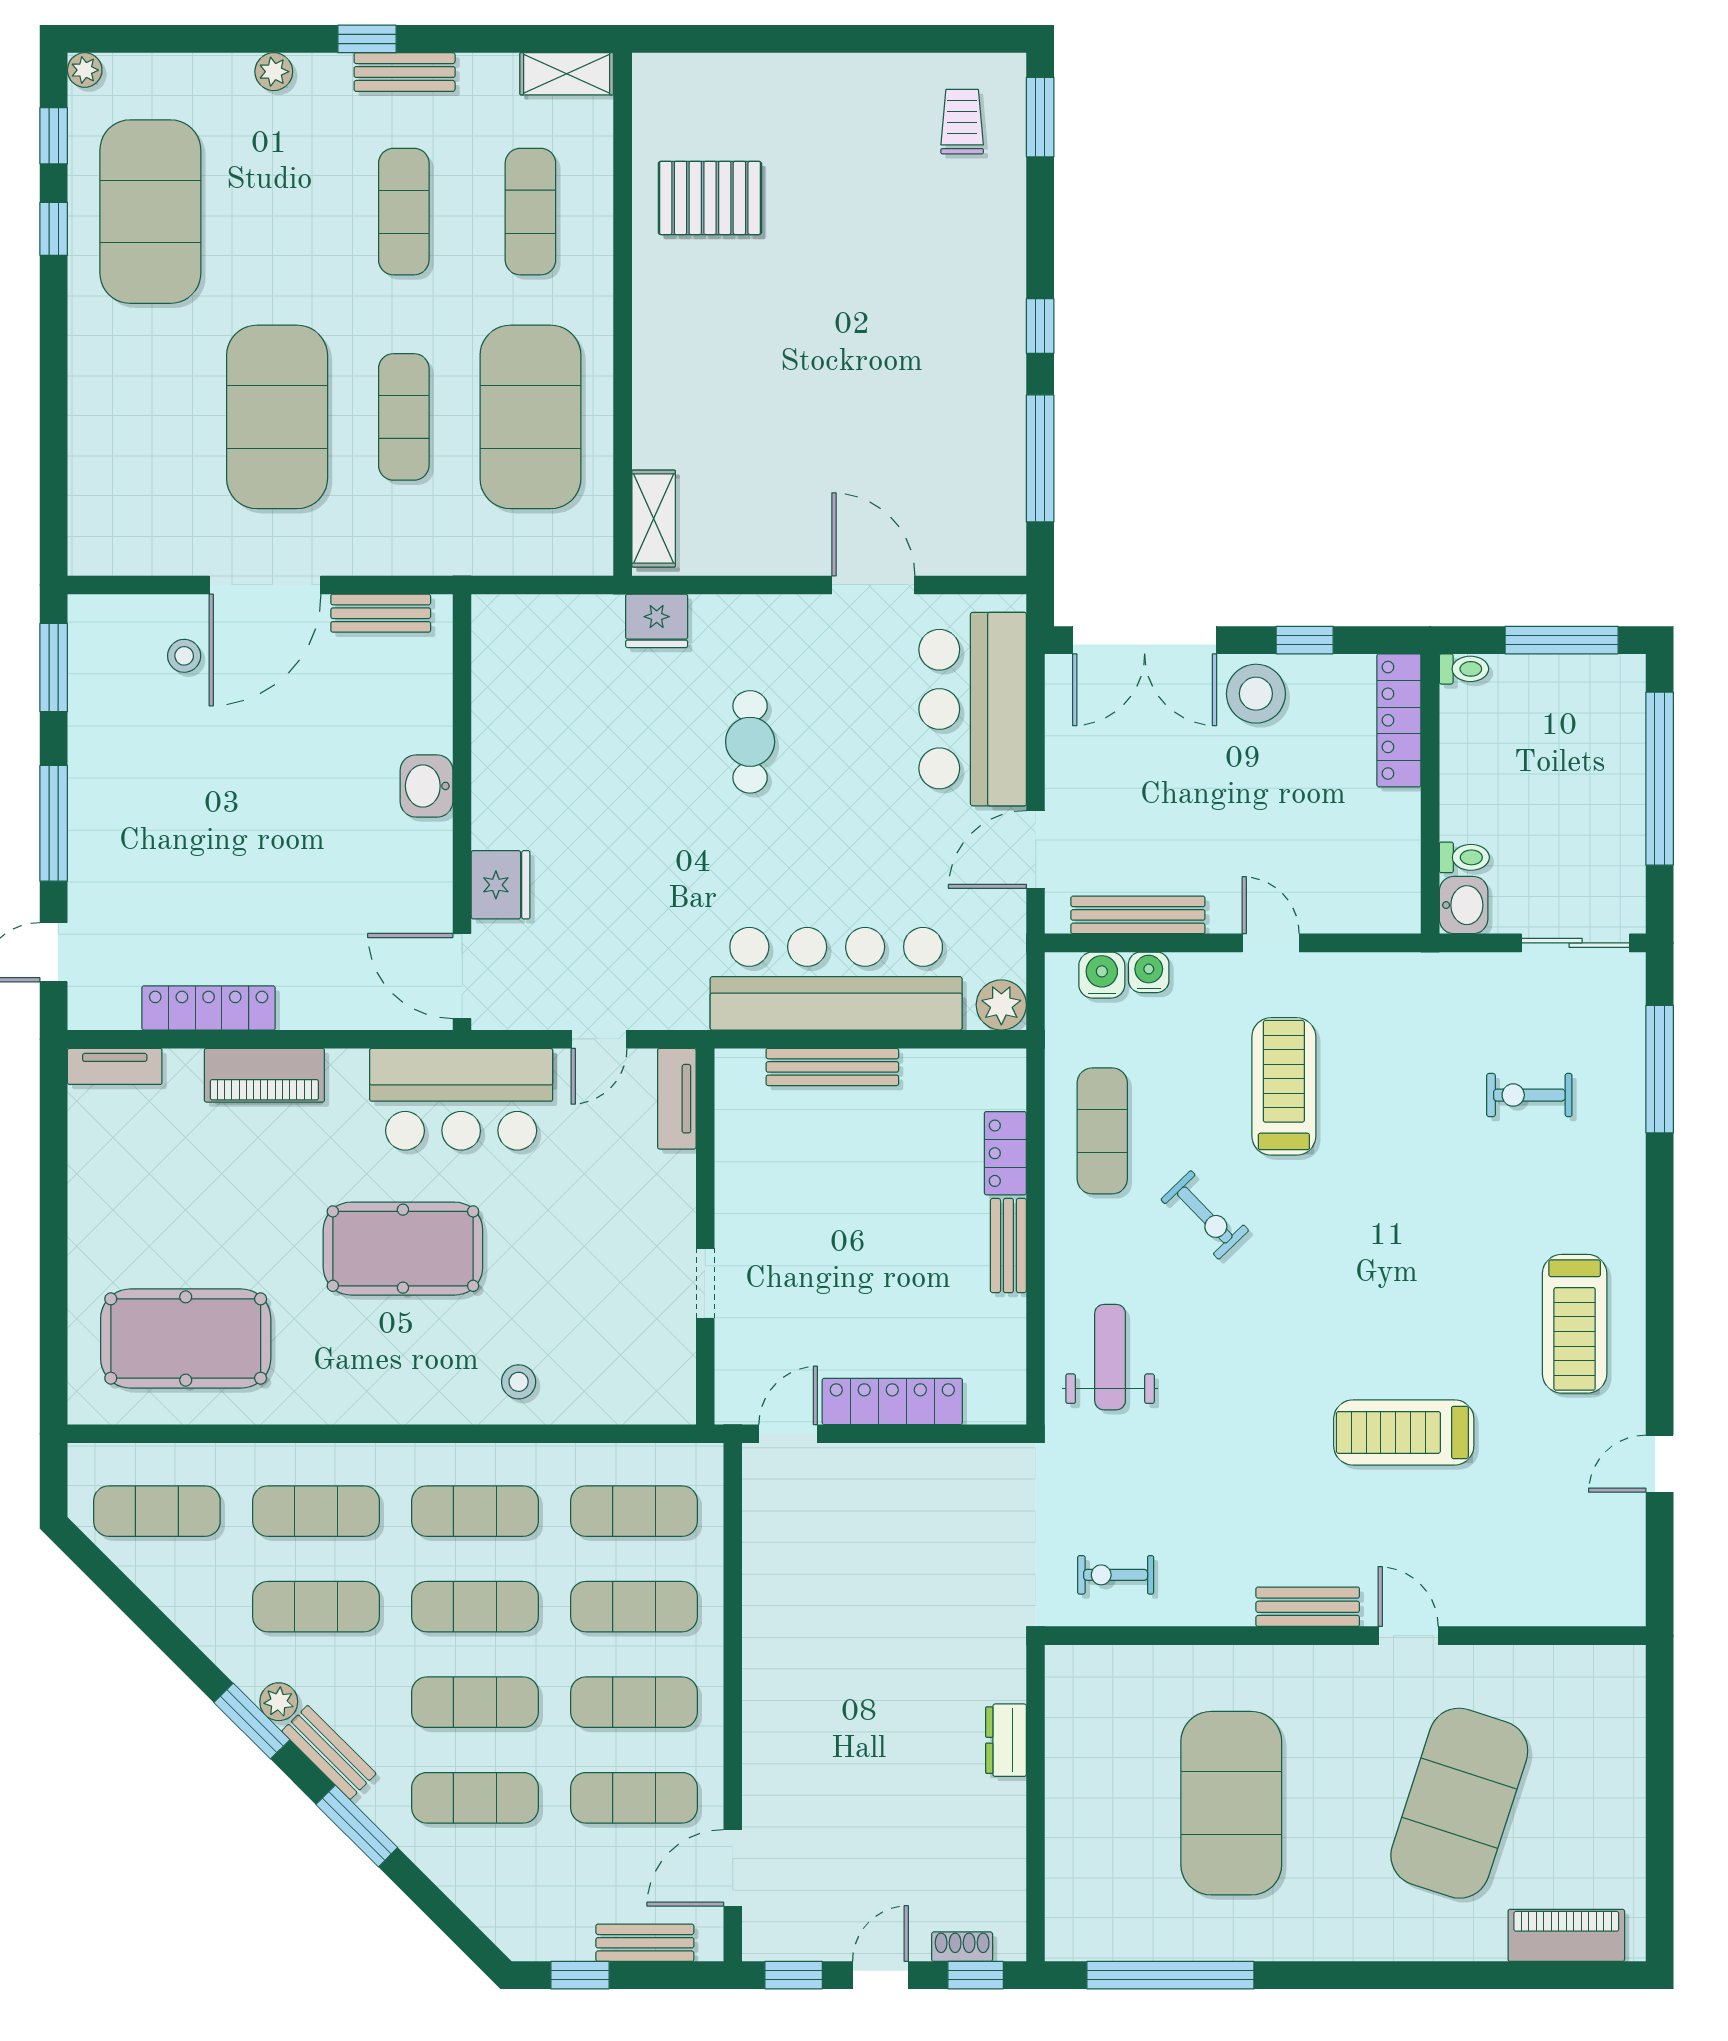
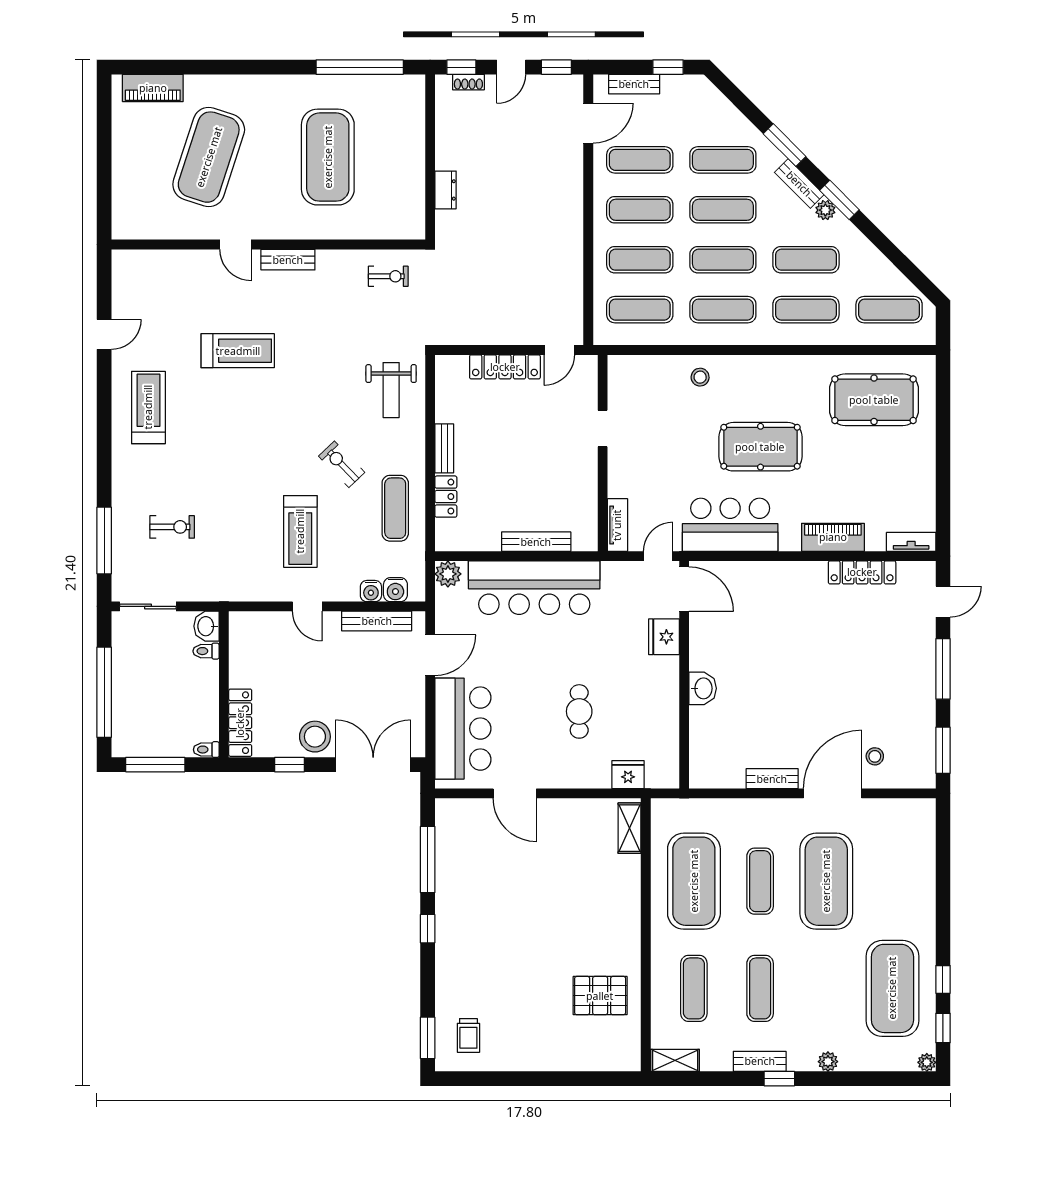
washbasin: (426, 786) -> (703, 688), moved
wall: (462, 812) -> (684, 675), moved
fridge: (501, 885) -> (664, 637), moved
door: (462, 976) -> (684, 589), moved

